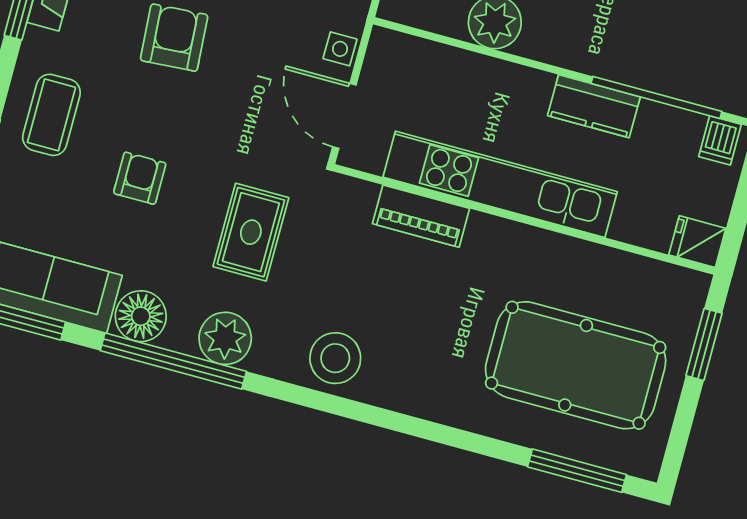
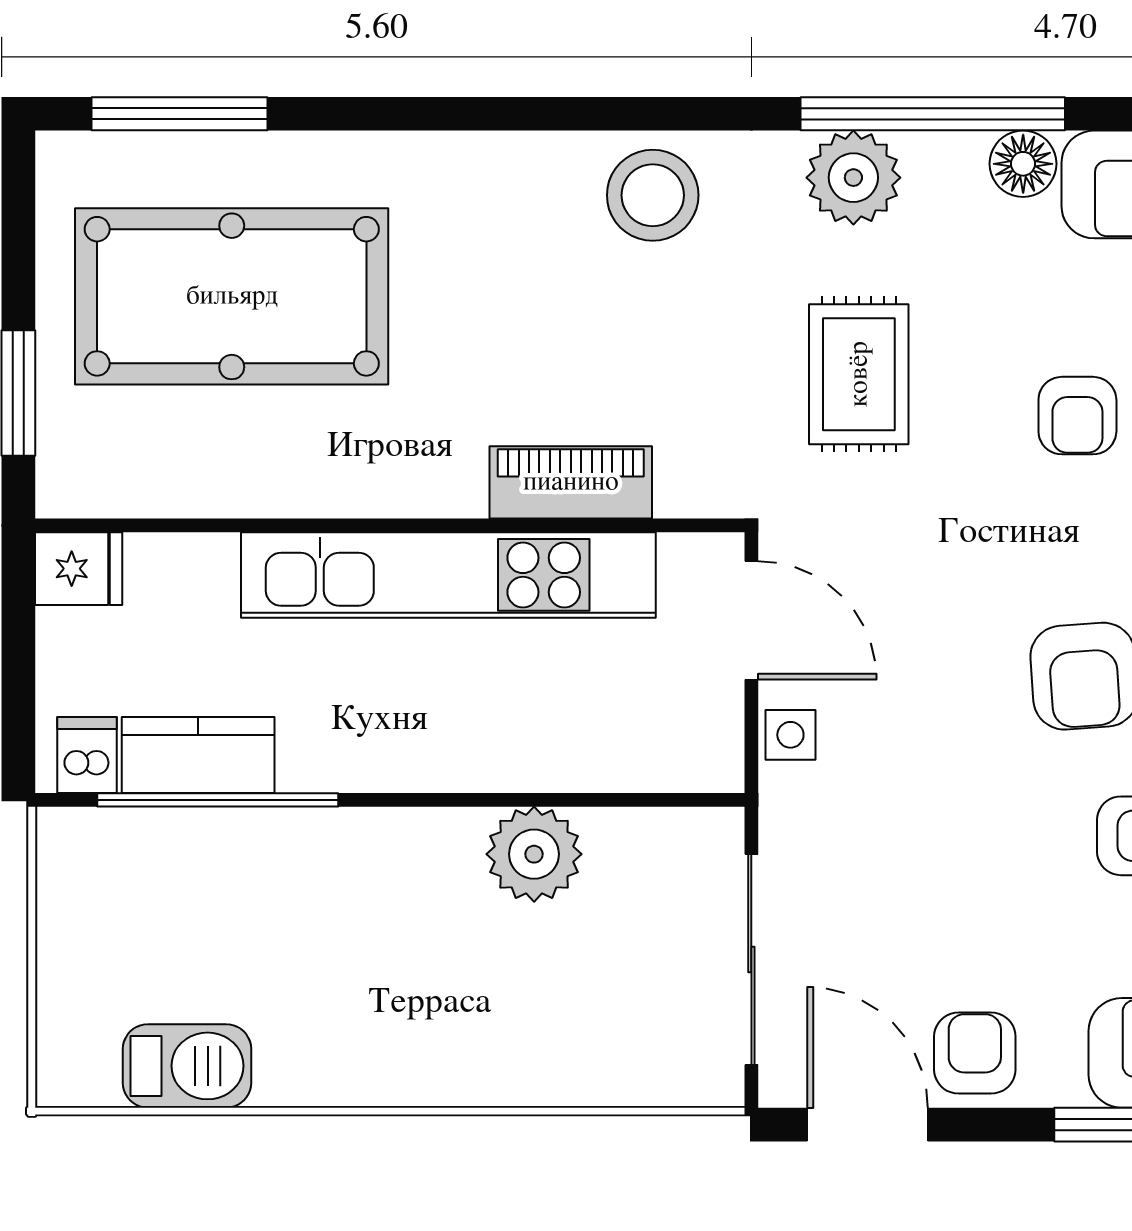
kitchen counter: (594, 106) -> (198, 755), moved
floor lamp: (141, 316) -> (1023, 164), width x0.73, depth x0.73

